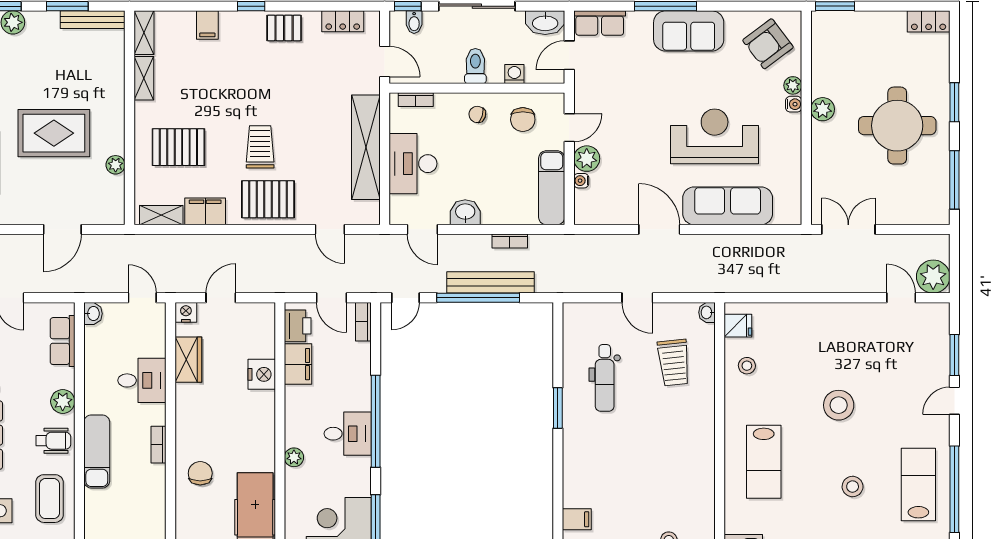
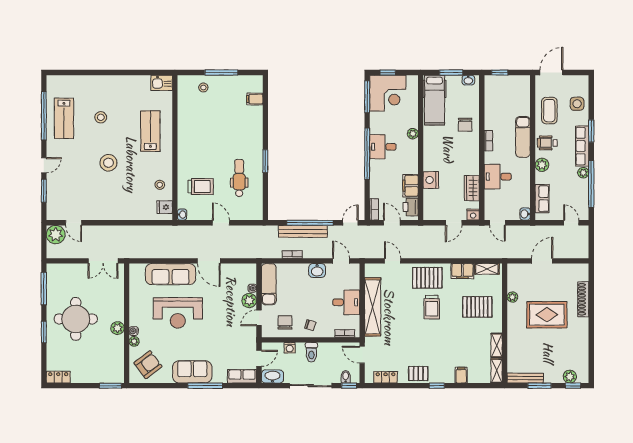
desk: (413, 164) -> (346, 302), width x0.73
trolley: (674, 363) -> (201, 187), turned 96

